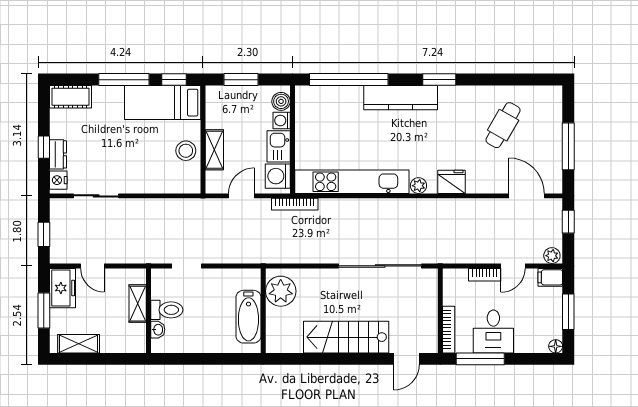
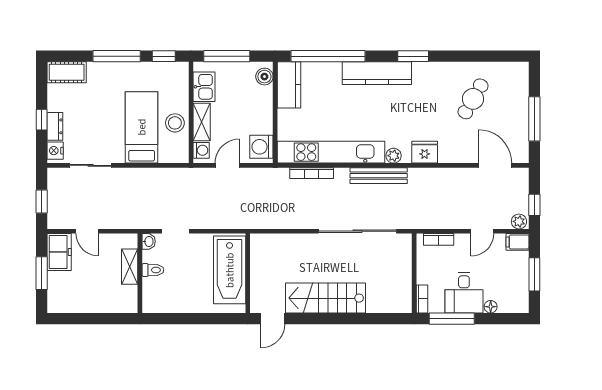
window: (241, 80) -> (227, 56), width x1.44
bed: (163, 103) -> (142, 127), moved, turned 90
kitchen counter: (307, 110) -> (289, 85), added
washing machine: (282, 120) -> (201, 150), moved, turned 180
kitchen sink: (279, 146) -> (204, 87), moved, turned 180
bookcase: (295, 204) -> (312, 173), moved
bench: (403, 207) -> (379, 176), added
window: (568, 222) -> (534, 205), moved
bookcase: (485, 275) -> (439, 239), moved
plant: (281, 291) -> (264, 255), removed
toilet: (167, 310) -> (153, 270), width x0.73, depth x0.72
bathtub: (248, 317) -> (230, 270), width x1.36, depth x1.36
washbasin: (158, 330) -> (149, 241), moved
bookcase: (449, 330) -> (422, 299), width x0.64
shelving: (79, 344) -> (74, 304), removed
floor lamp: (556, 346) -> (491, 307), moved
door: (406, 359) -> (273, 319), moved

